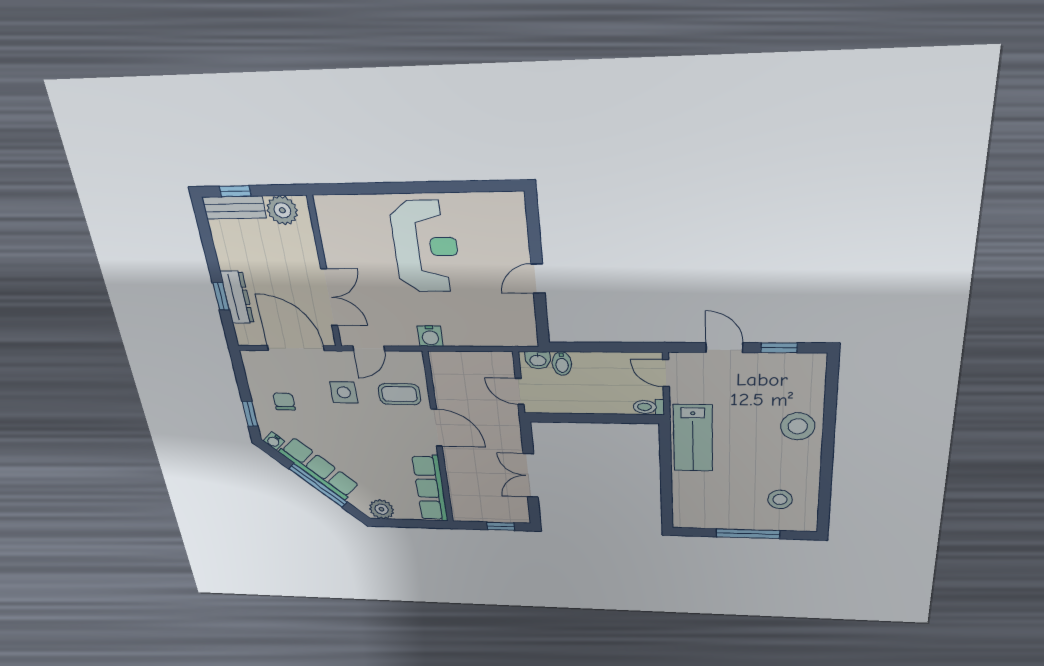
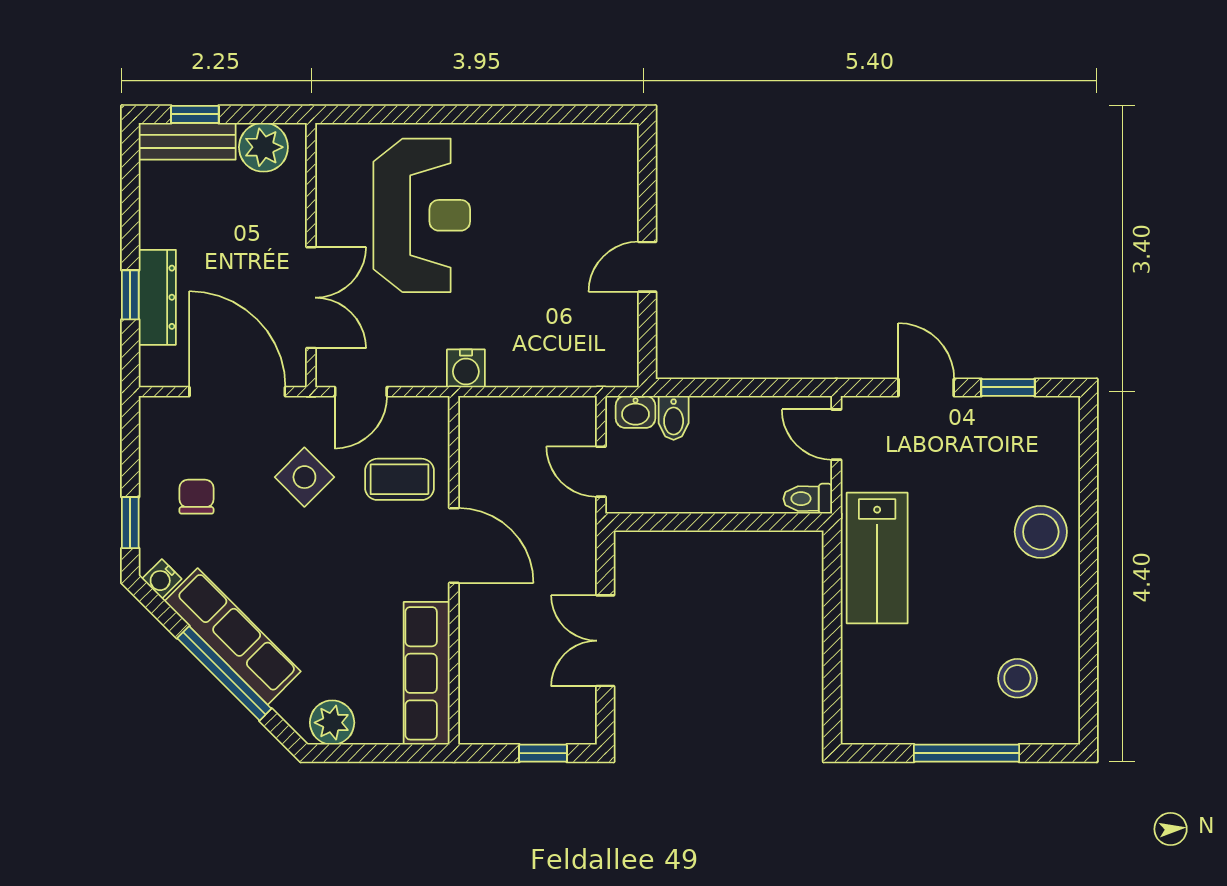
reception desk: (426, 247) -> (422, 215), moved
side table: (344, 392) -> (304, 477), turned 45

